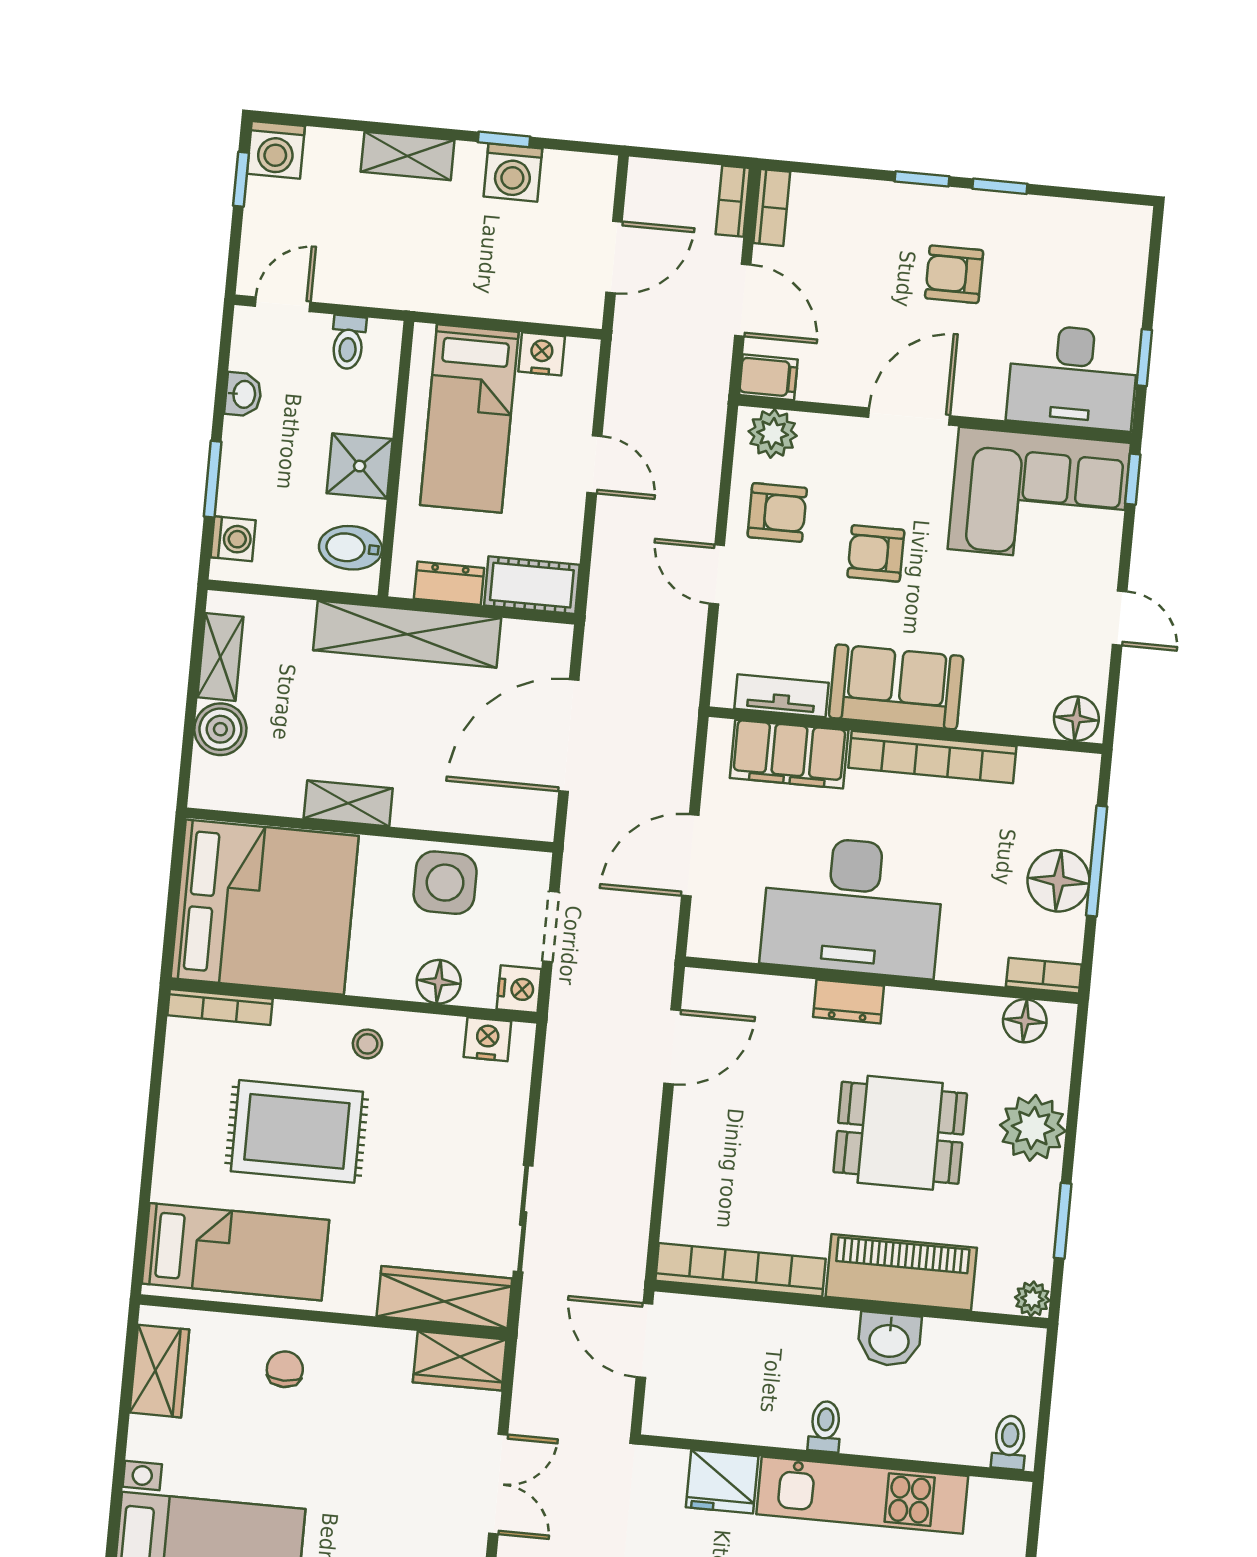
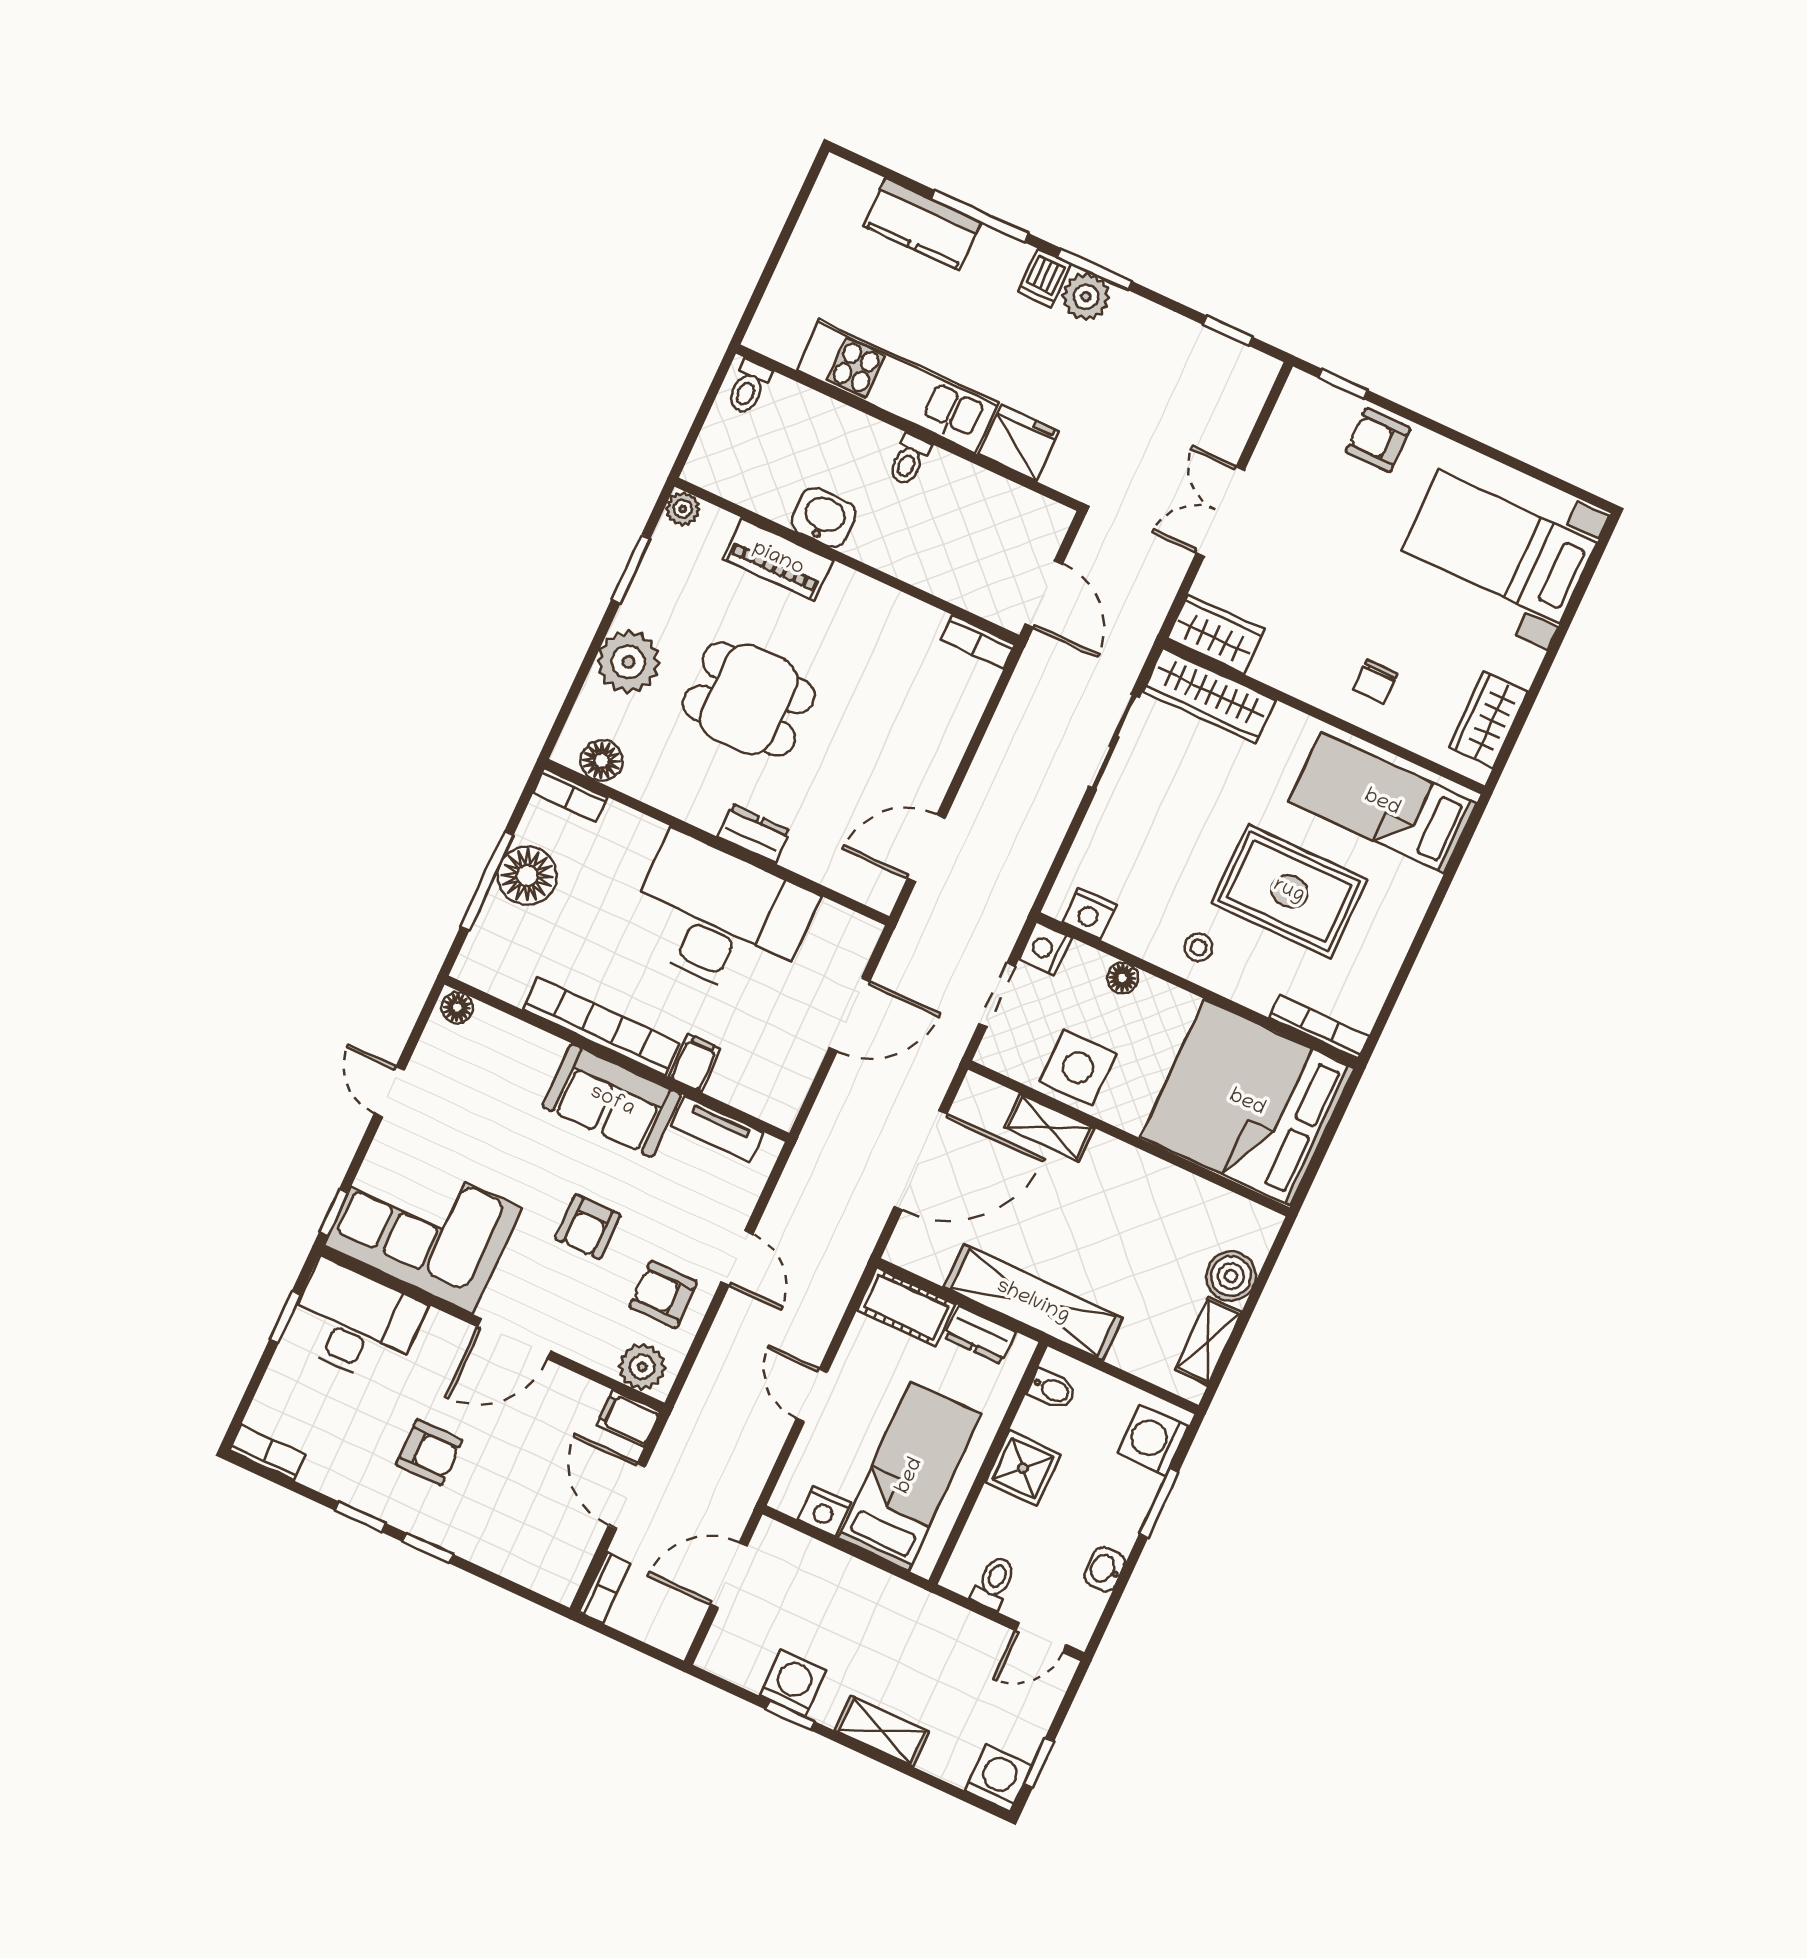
bookcase: (772, 207) -> (267, 1453), moved, turned 90
washing machine: (233, 539) -> (1153, 1440), width x1.38, depth x1.38
bidet: (350, 548) -> (1052, 1389), width x0.72, depth x0.74
armchair: (876, 553) -> (588, 1227), turned 90
floor lamp: (1076, 719) -> (457, 1008), width x0.73, depth x0.73
filing cabinet: (789, 754) -> (694, 1063), width x0.33, depth x0.86
shelving: (348, 803) -> (1050, 1128), moved
floor lamp: (439, 982) -> (1122, 978), width x0.73, depth x0.73
bookcase: (740, 1270) -> (978, 642), width x0.43, depth x0.76
piano: (901, 1272) -> (778, 559), width x0.73, depth x0.75

